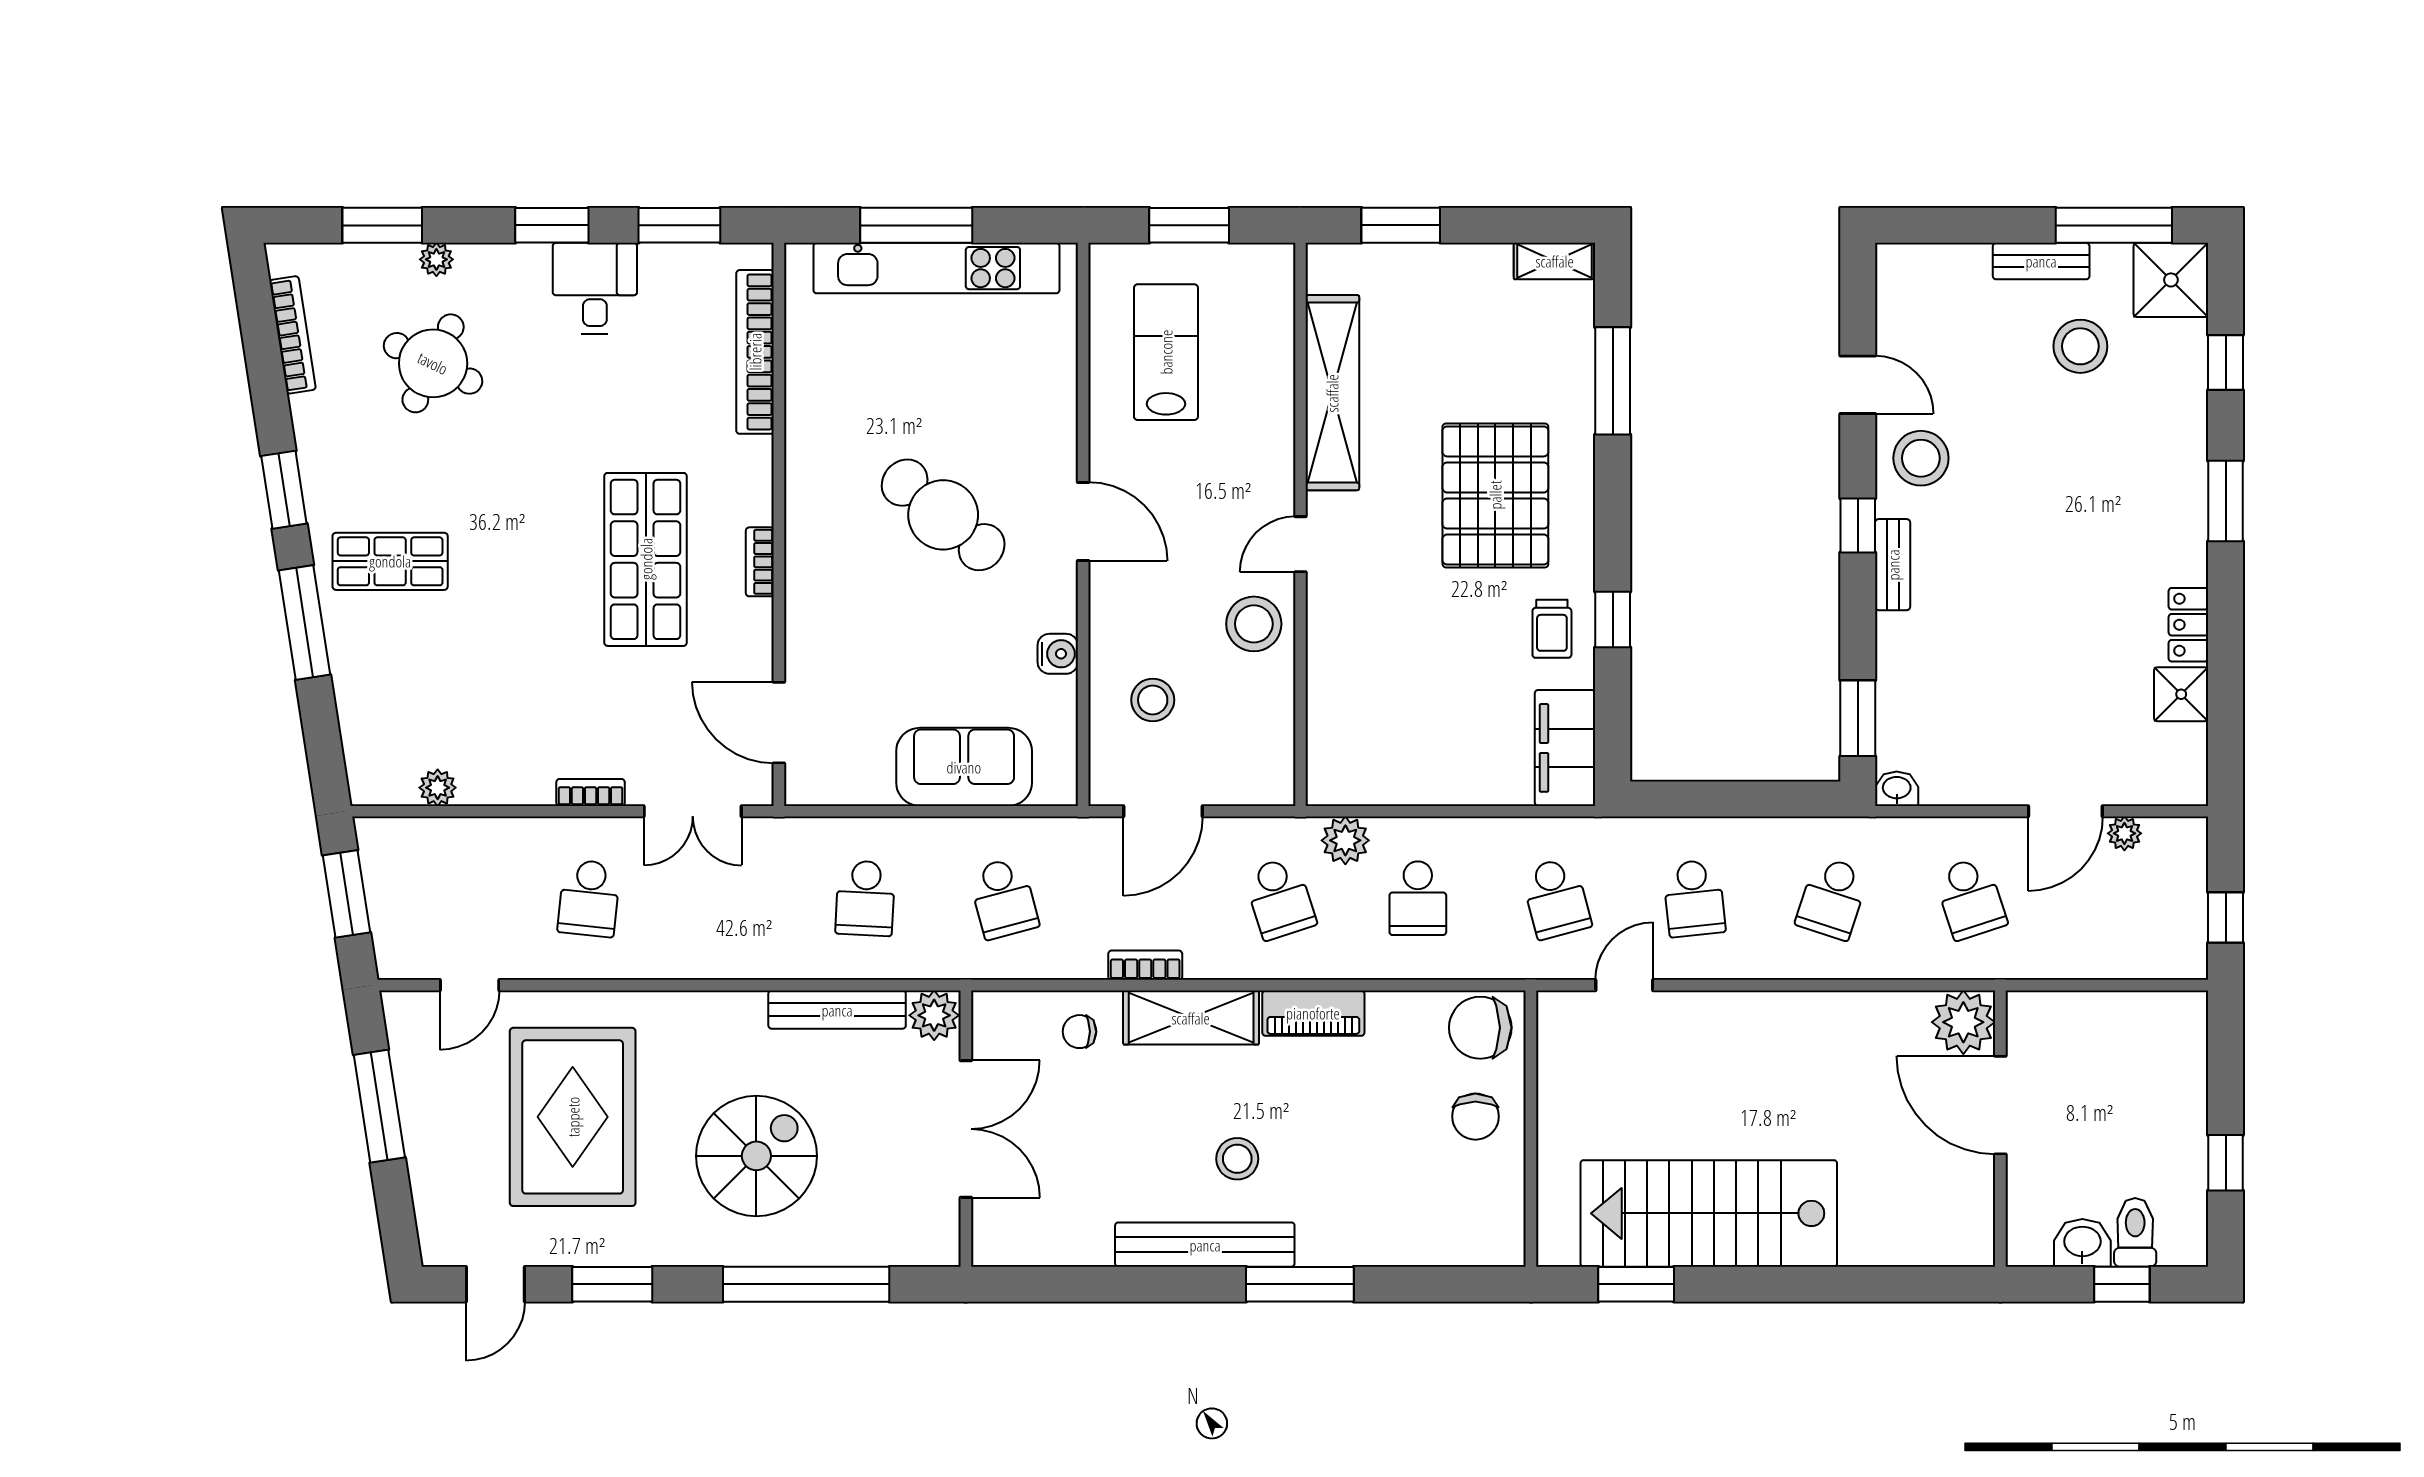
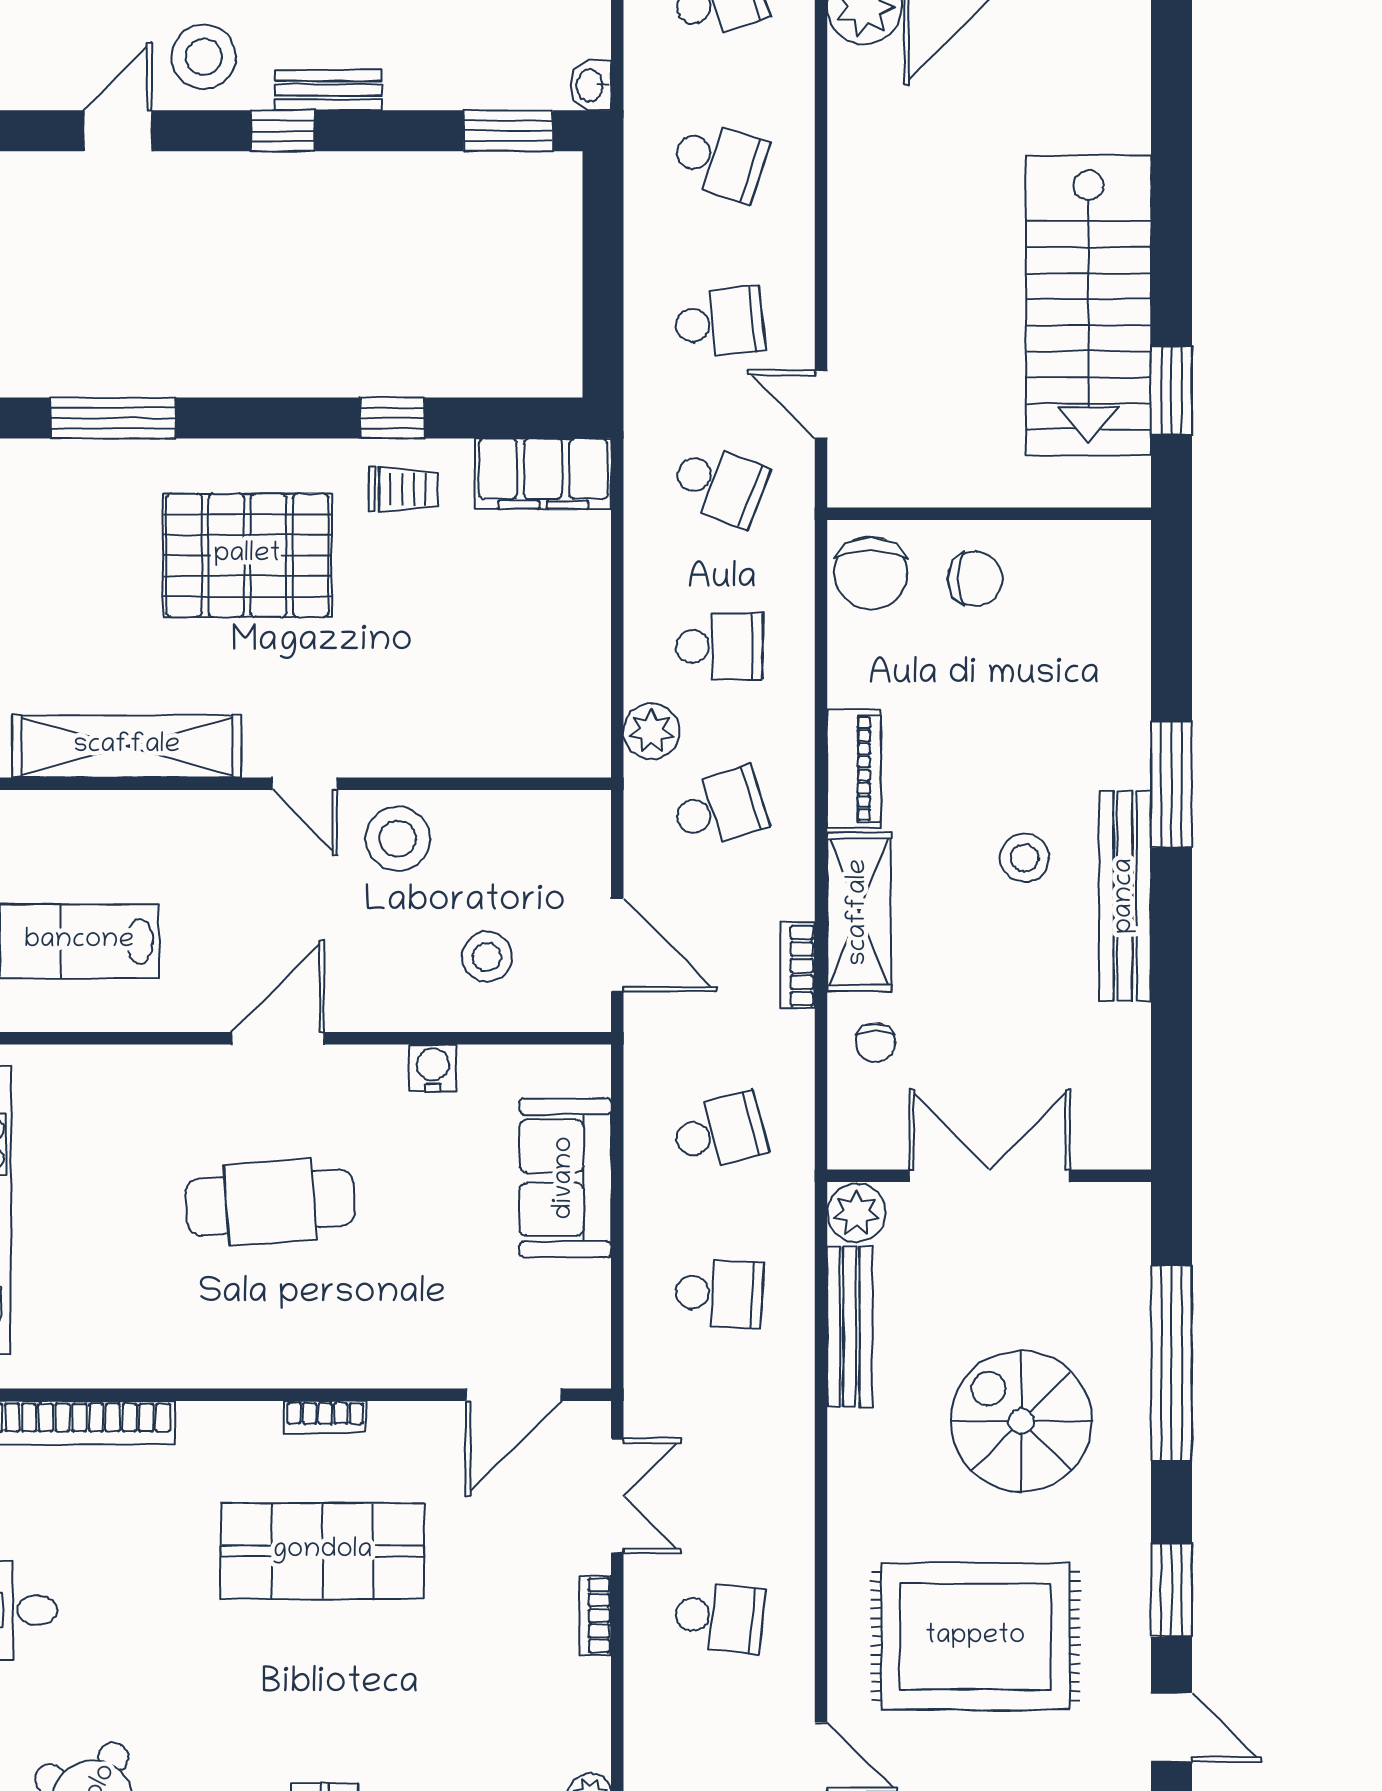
cafe table: (943, 515) -> (270, 1202), turned 46
school desk: (1556, 898) -> (719, 484), turned 36

